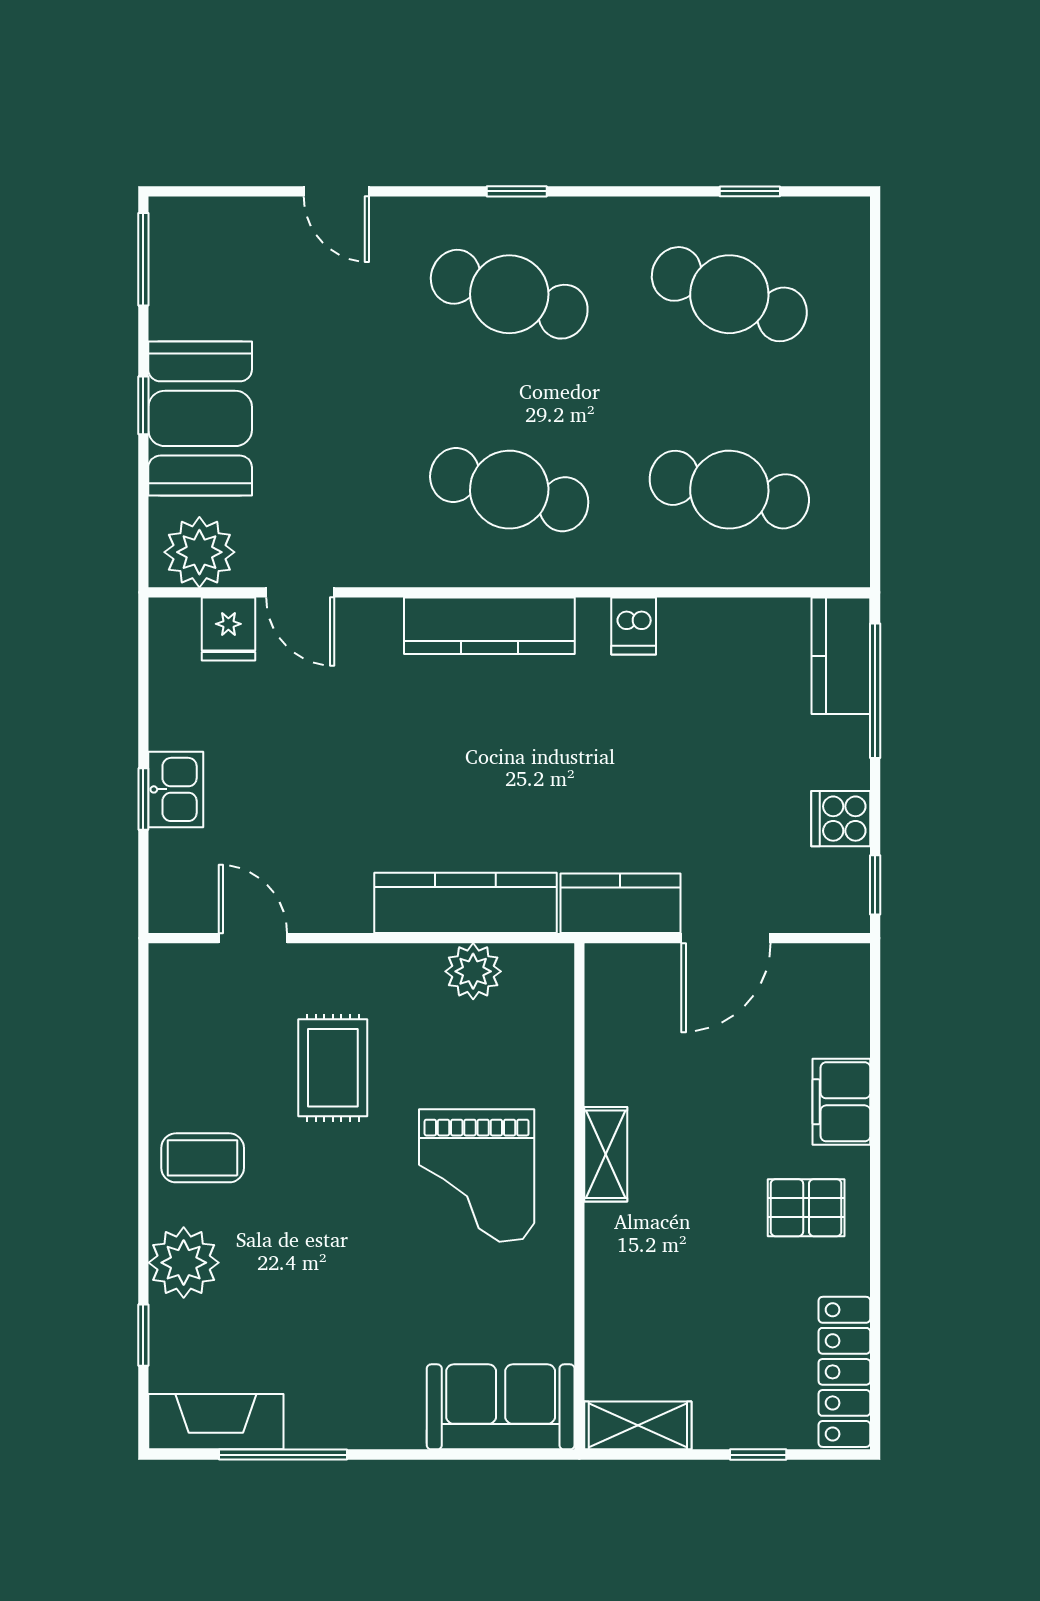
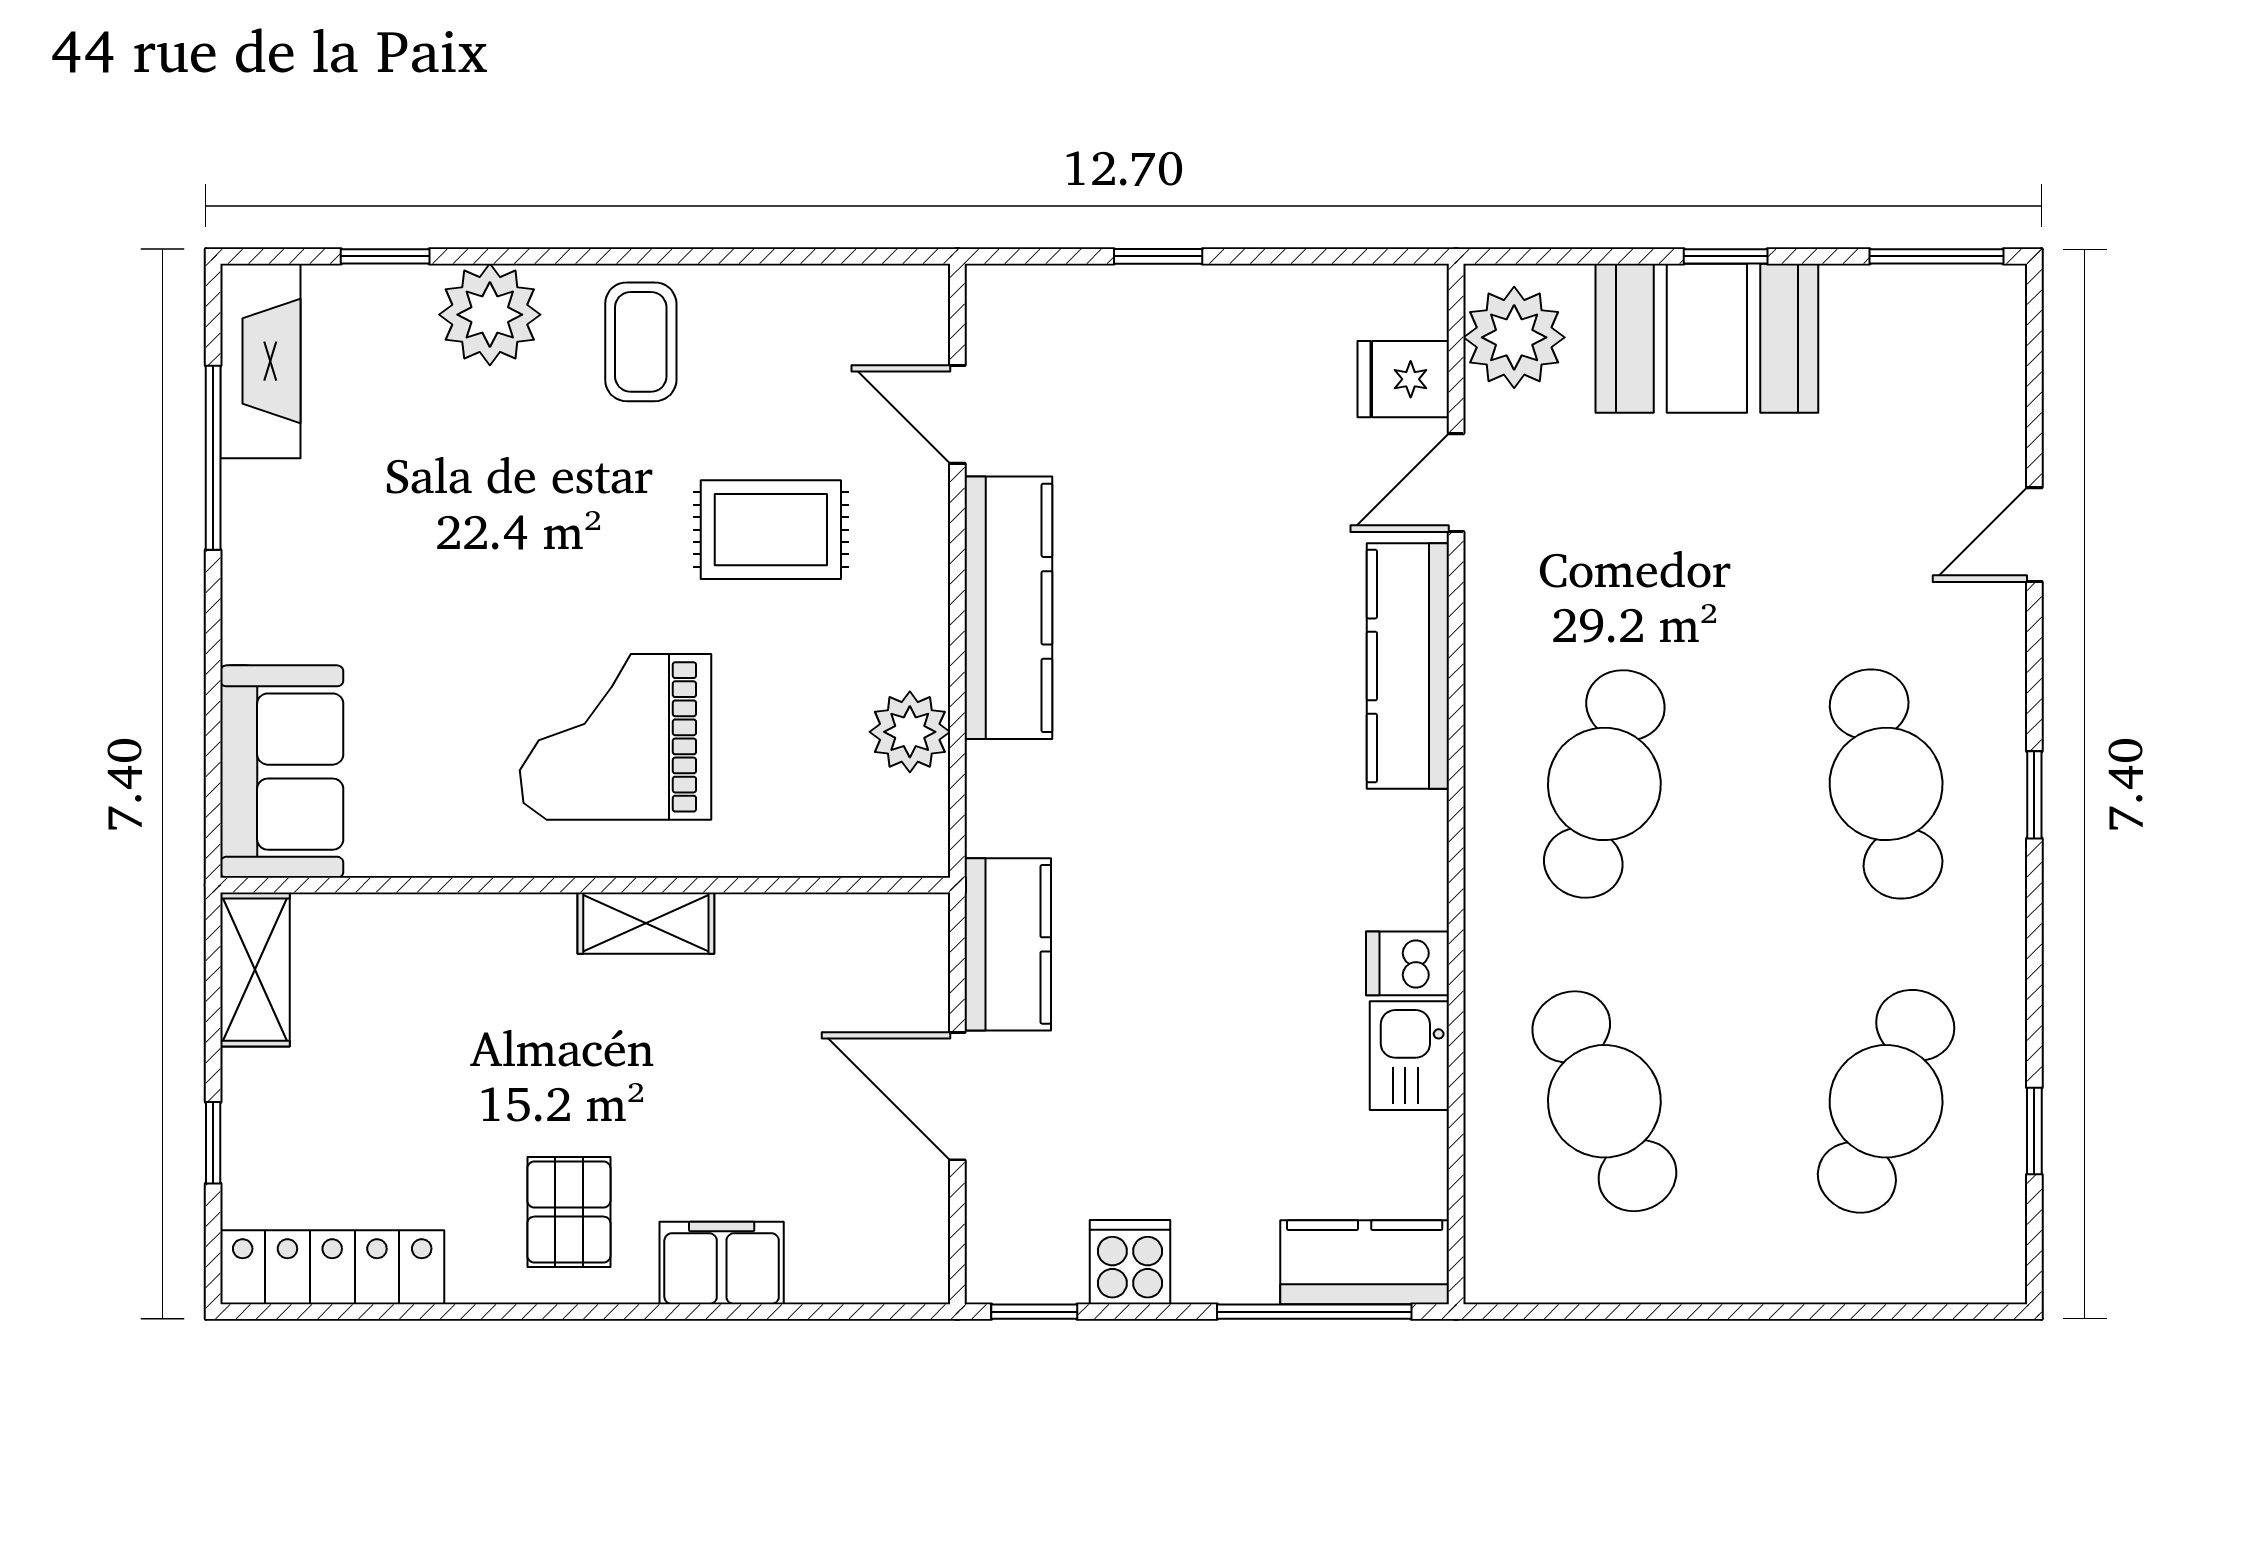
cafe table: (509, 294) -> (1886, 784), turned -30
cafe table: (729, 490) -> (1604, 1101), turned -36
kitchen counter: (489, 626) -> (1408, 666), moved
kitchen sink: (176, 789) -> (1409, 1056), moved, turned 90
kitchen counter: (466, 903) -> (1008, 608), moved
door: (253, 938) -> (957, 414), swing flipped

